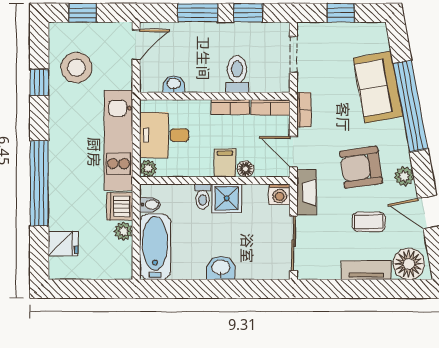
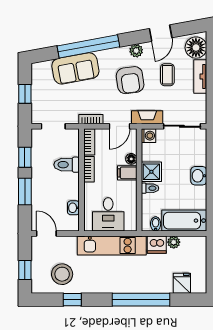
plant: (148, 168) -> (131, 225), removed

